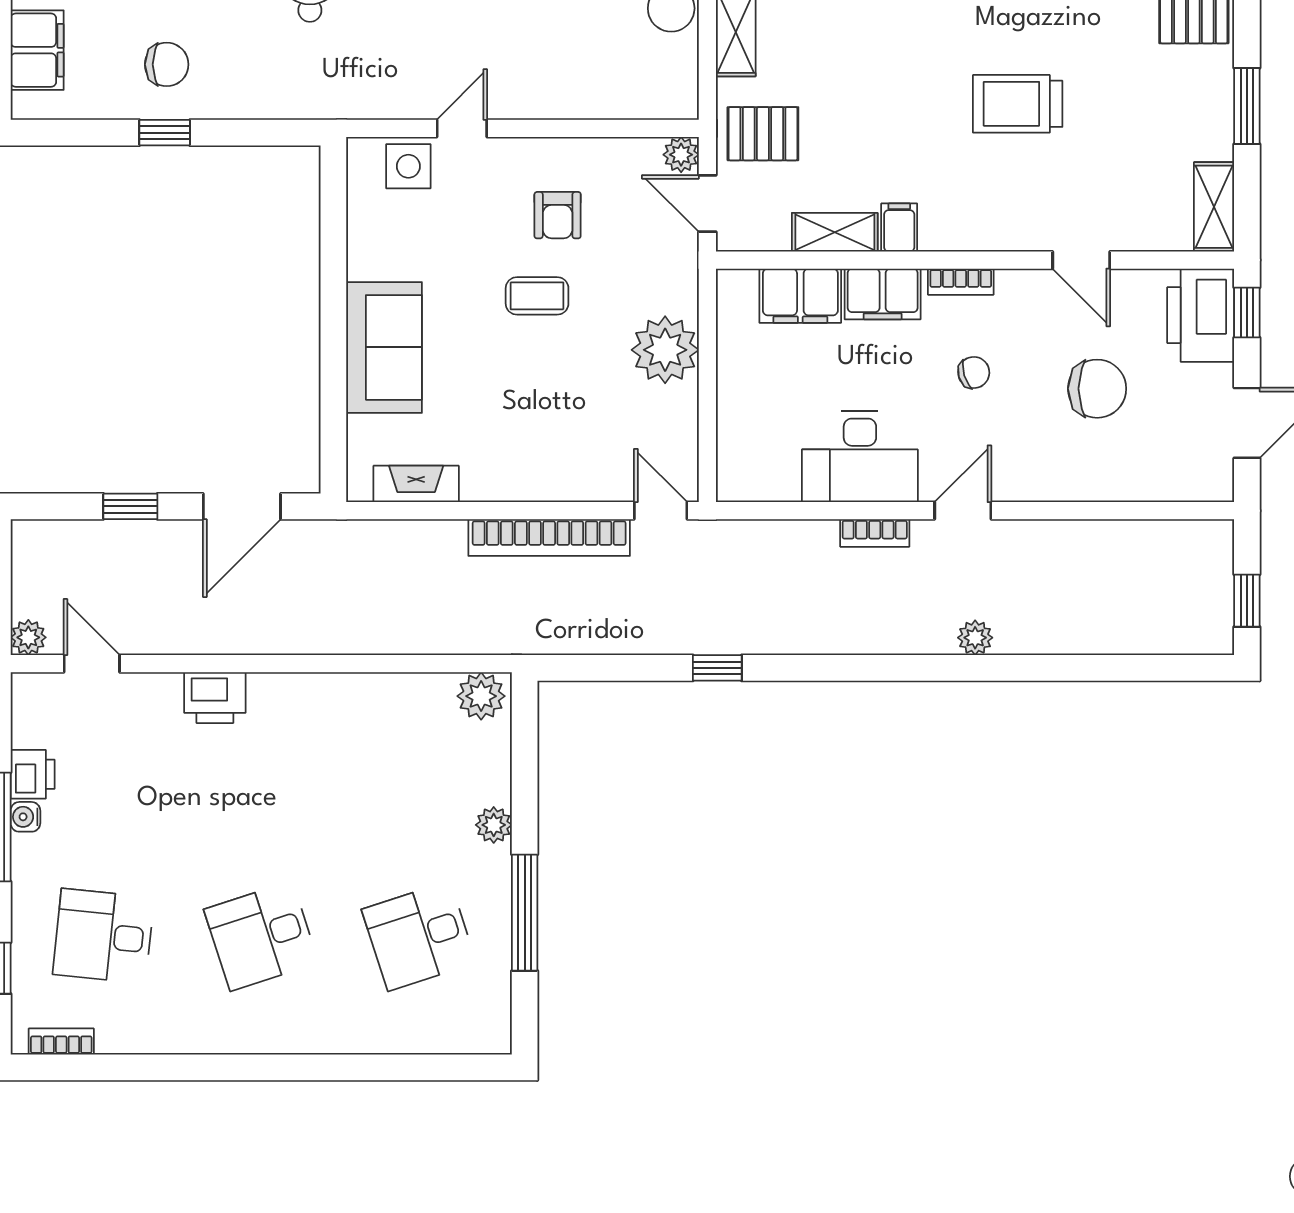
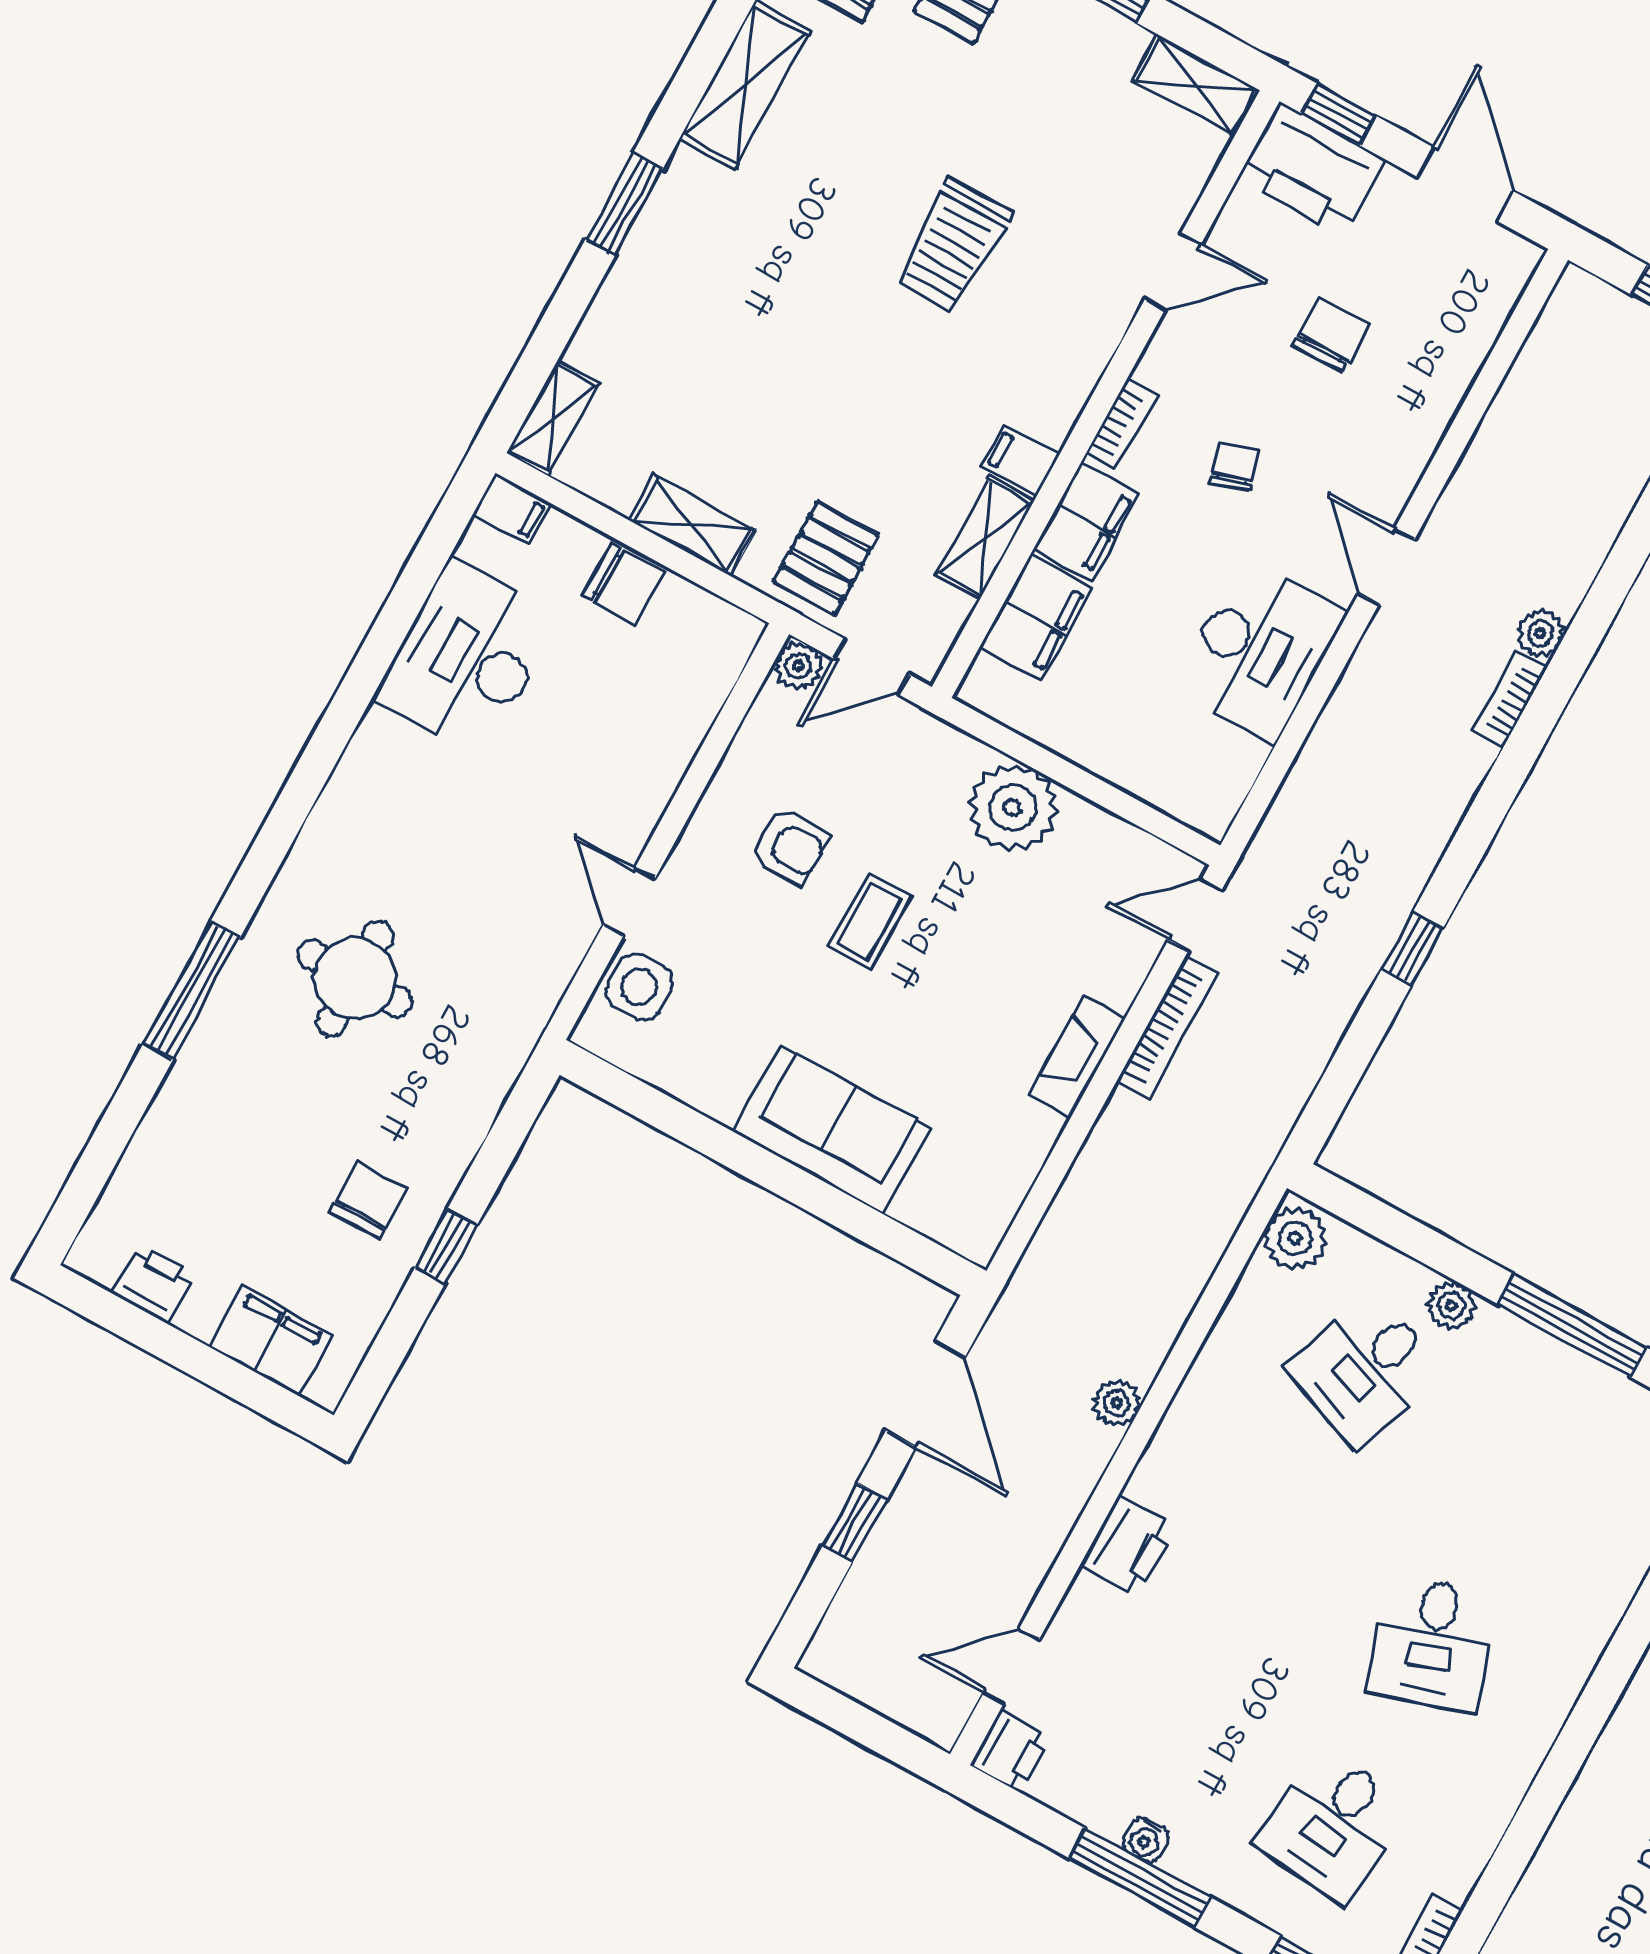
chair: (1097, 389) -> (1331, 335), width x0.73, depth x0.73
fireplace: (416, 484) -> (1077, 1056), moved
bookcase: (875, 533) -> (1510, 699), moved, turned 180
bookcase: (549, 538) -> (1167, 1027), width x0.68, depth x0.76
plant: (28, 637) -> (1117, 1403), moved
printer: (33, 774) -> (1011, 1751), moved, turned 90
desk: (419, 936) -> (1365, 1370), moved, turned 39

